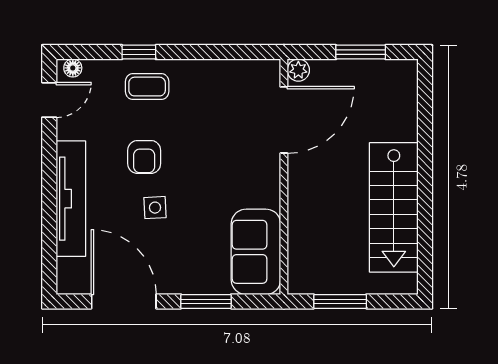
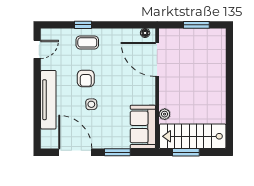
floor lamp: (73, 68) -> (145, 33), moved
plant: (298, 70) -> (165, 114), moved
door: (284, 120) -> (157, 60), swing flipped
stairs: (394, 207) -> (193, 136), moved, turned 90

